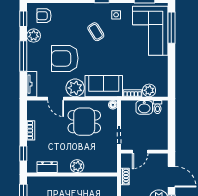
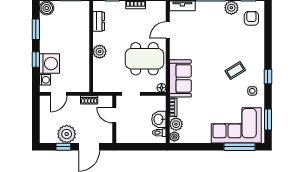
armchair: (65, 58) -> (208, 39), removed
plant: (75, 88) -> (174, 136), moved, width x0.53, depth x0.53
dining table: (84, 122) -> (144, 59), width x1.38

